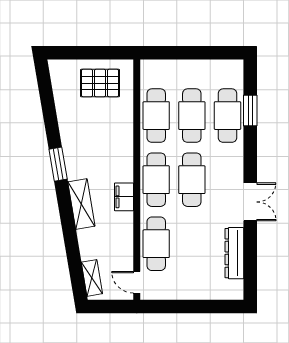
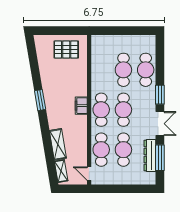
window: (250, 111) -> (160, 95), moved
cafe table: (156, 116) -> (123, 150), moved
filing cabinet: (124, 197) -> (81, 106), moved
shelving: (81, 204) -> (58, 144), moved
window: (250, 257) -> (160, 158), added

